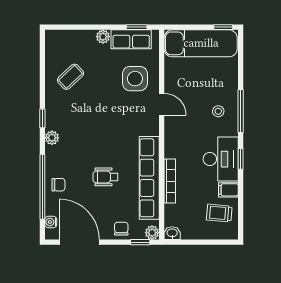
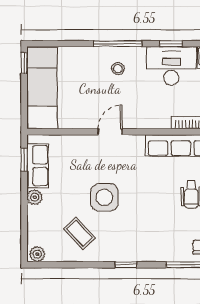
side table: (135, 79) -> (104, 197), moved
plant: (52, 138) -> (37, 254), moved

